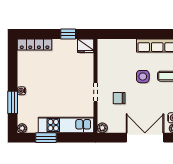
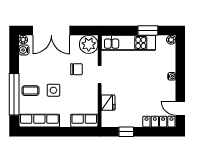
row of seats: (111, 45) -> (84, 121), added
fridge: (86, 46) -> (108, 103), moved, turned 90
door: (13, 58) -> (180, 108), added
window: (13, 102) -> (180, 65), removed
plant: (102, 128) -> (89, 44), width x1.88, depth x1.88

